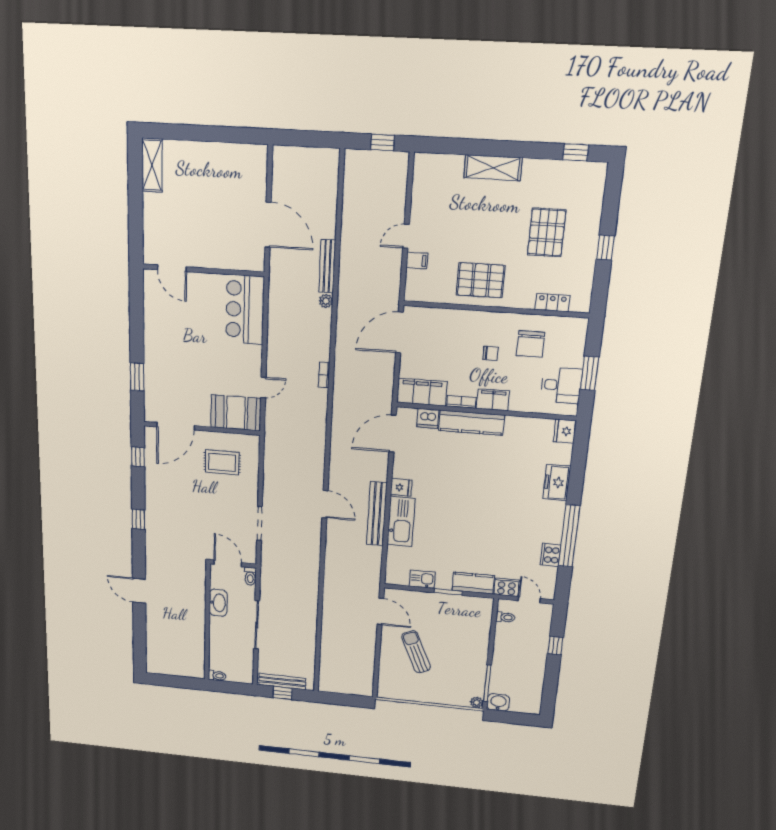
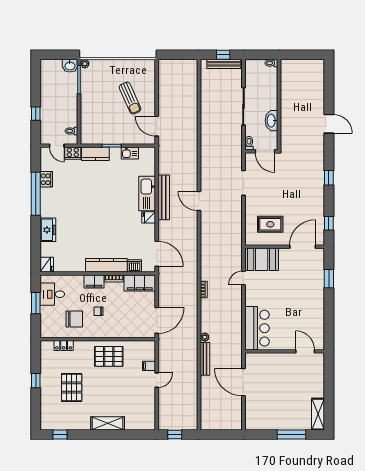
window: (194, 133) -> (292, 434), added
chair: (530, 344) -> (74, 319), turned 90
door: (393, 434) -> (157, 254), hinge flipped

